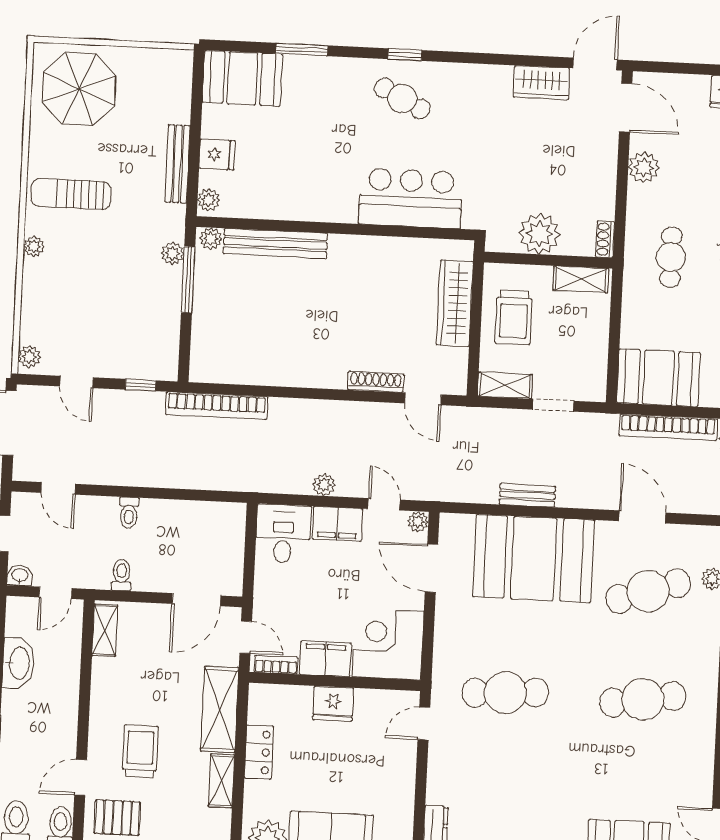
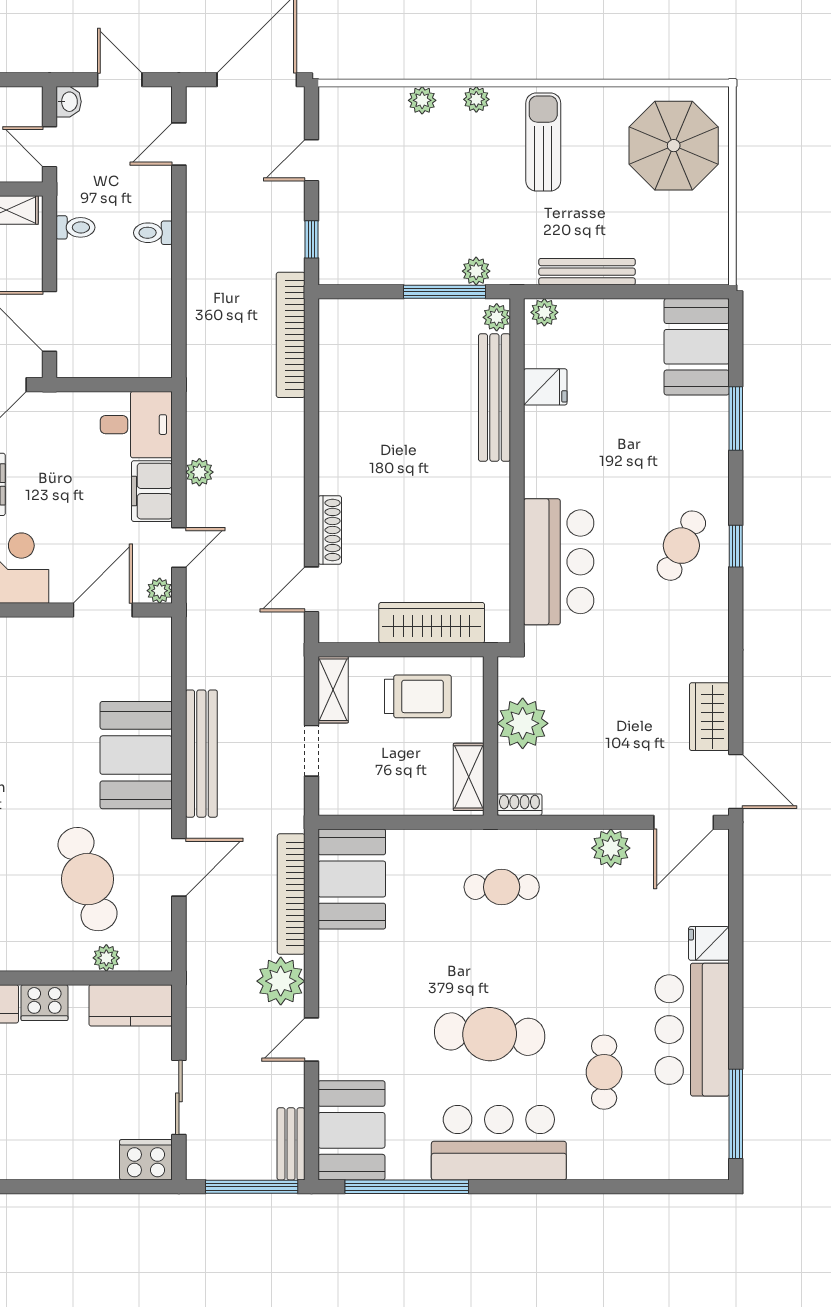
fridge: (217, 154) -> (545, 387), moved, turned -90
trolley: (514, 317) -> (418, 696), turned 180
plant: (29, 357) -> (422, 100), moved
bench: (527, 495) -> (201, 754), width x1.86, depth x1.21
booth: (534, 558) -> (136, 755), width x0.73, depth x0.70

